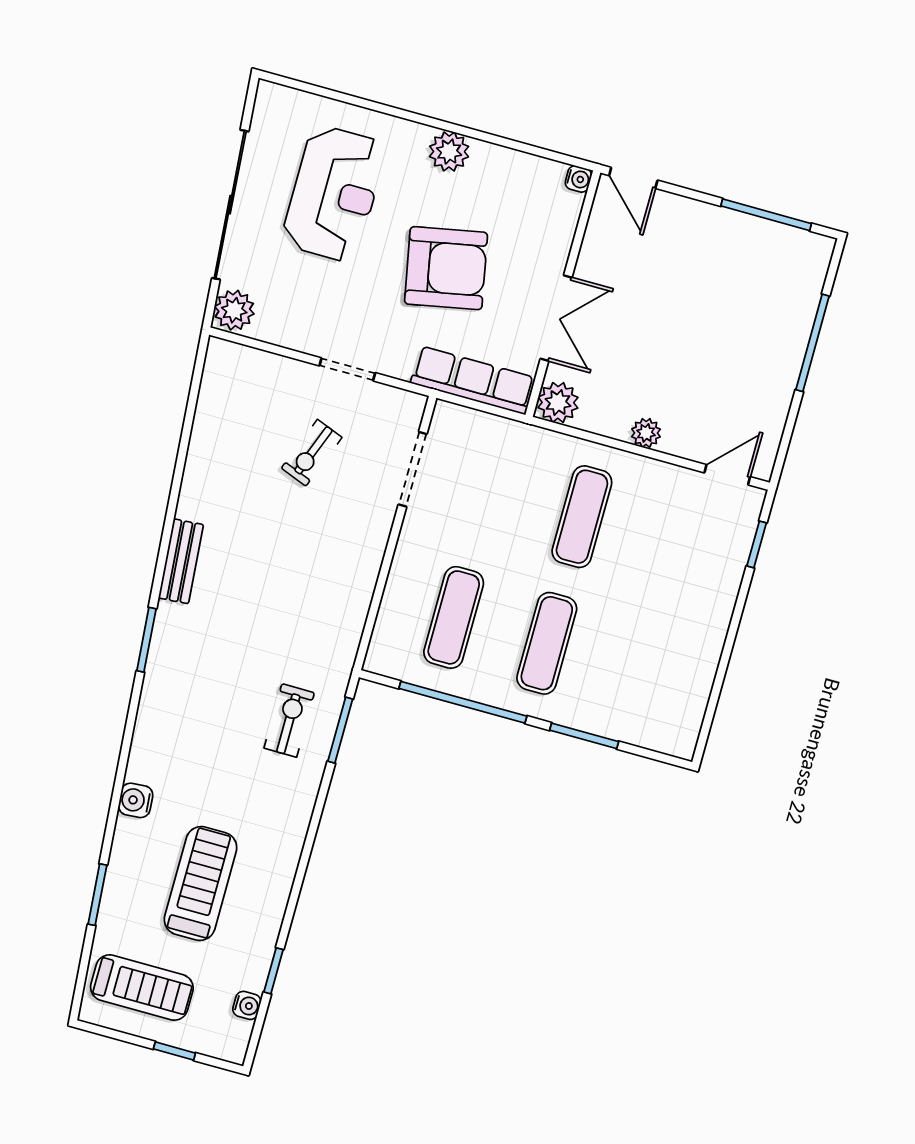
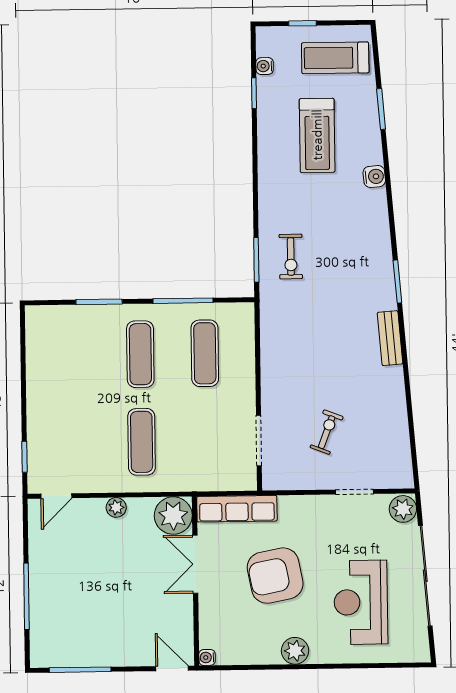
doorway: (347, 369) -> (355, 492), moved
plant: (558, 402) -> (173, 516), width x1.36, depth x1.36
window: (463, 702) -> (183, 301), width x0.68

